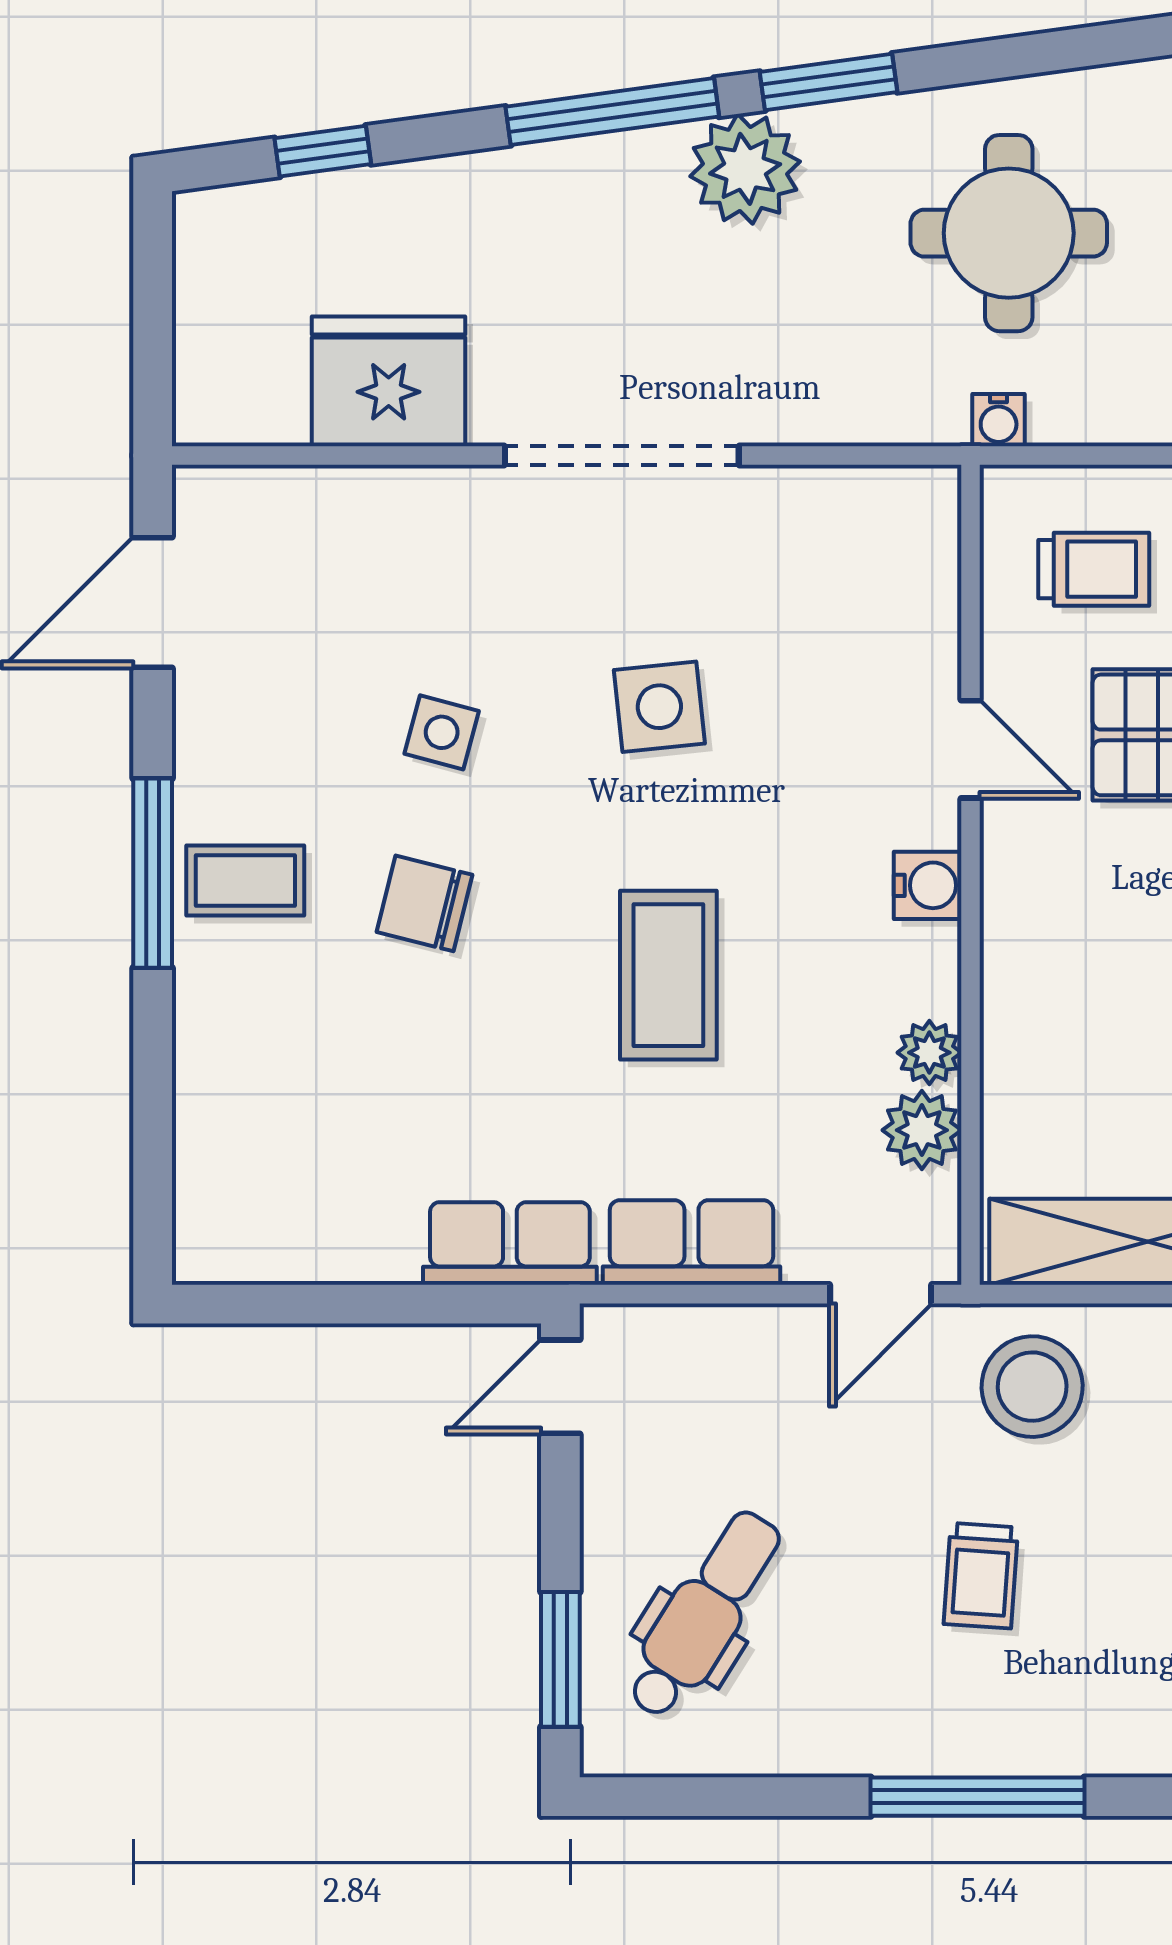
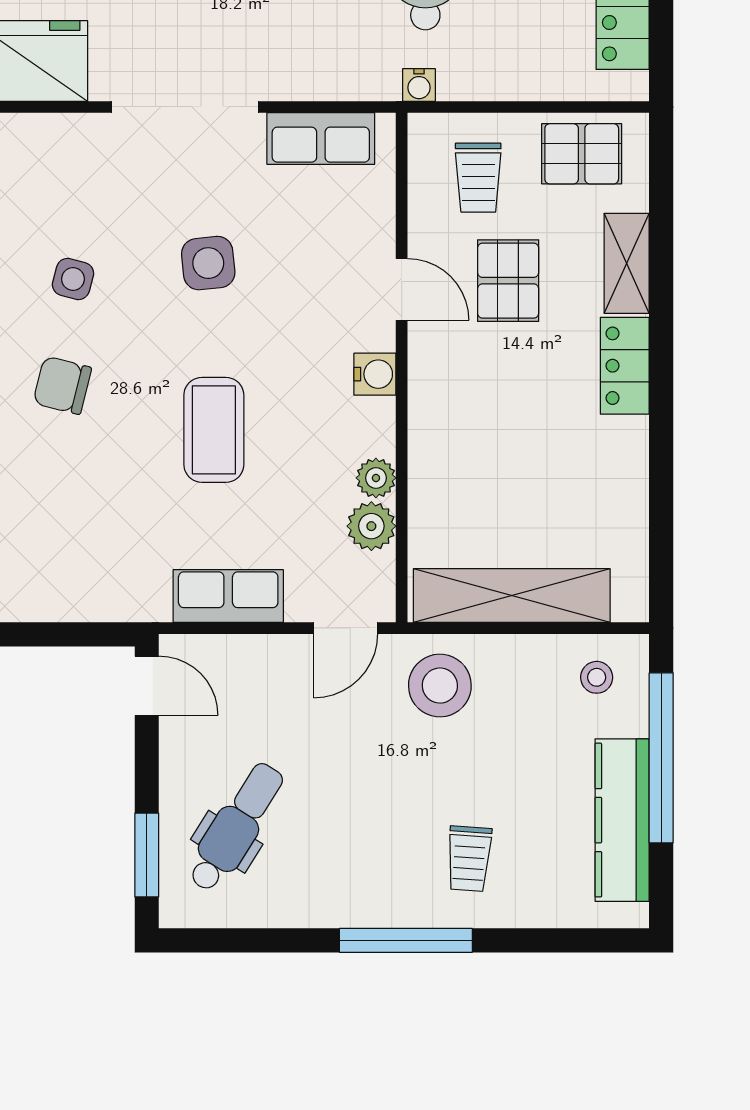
trolley: (1094, 569) -> (478, 178), turned 90
row of seats: (510, 1243) -> (321, 138), moved, turned 180
door: (560, 1387) -> (147, 686), swing flipped
trolley: (981, 1576) -> (469, 859), moved

